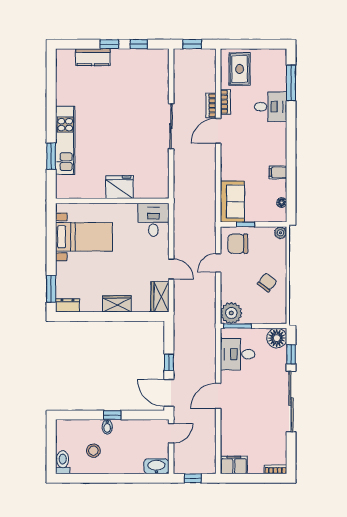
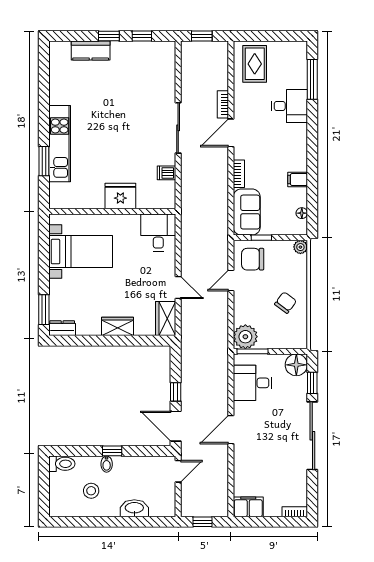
bookcase: (225, 102) -> (239, 174), moved
dishwasher: (161, 167) -> (167, 173), added
toilet: (63, 462) -> (62, 464), moved, turned 90
washbasin: (156, 466) -> (134, 508), moved

